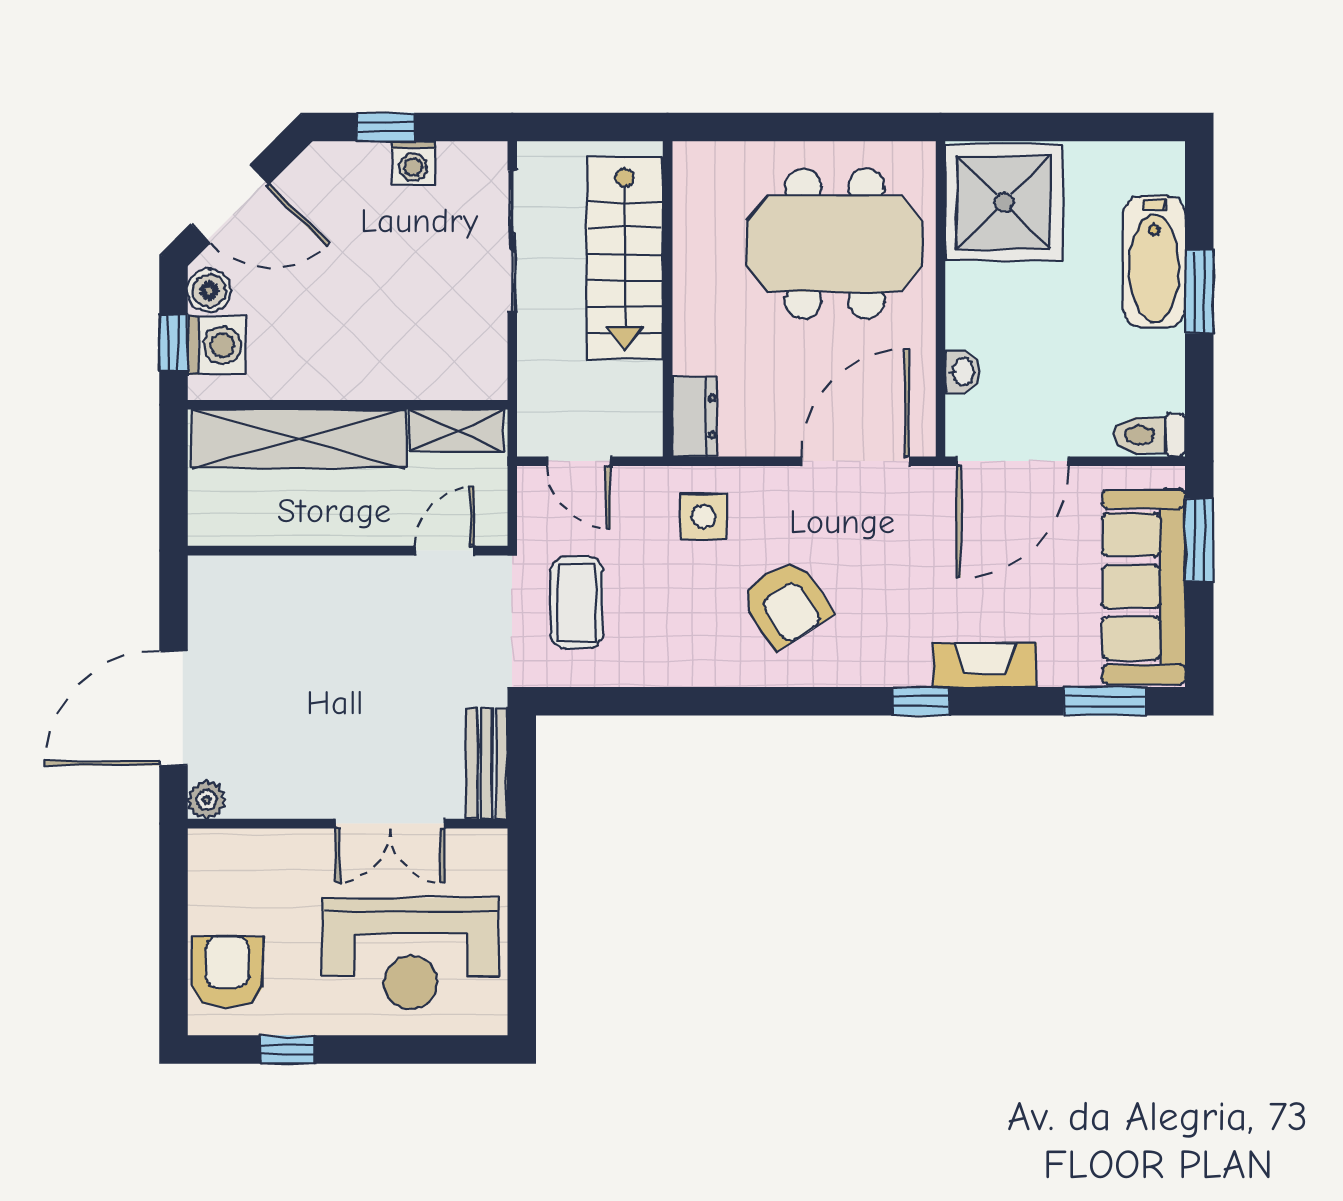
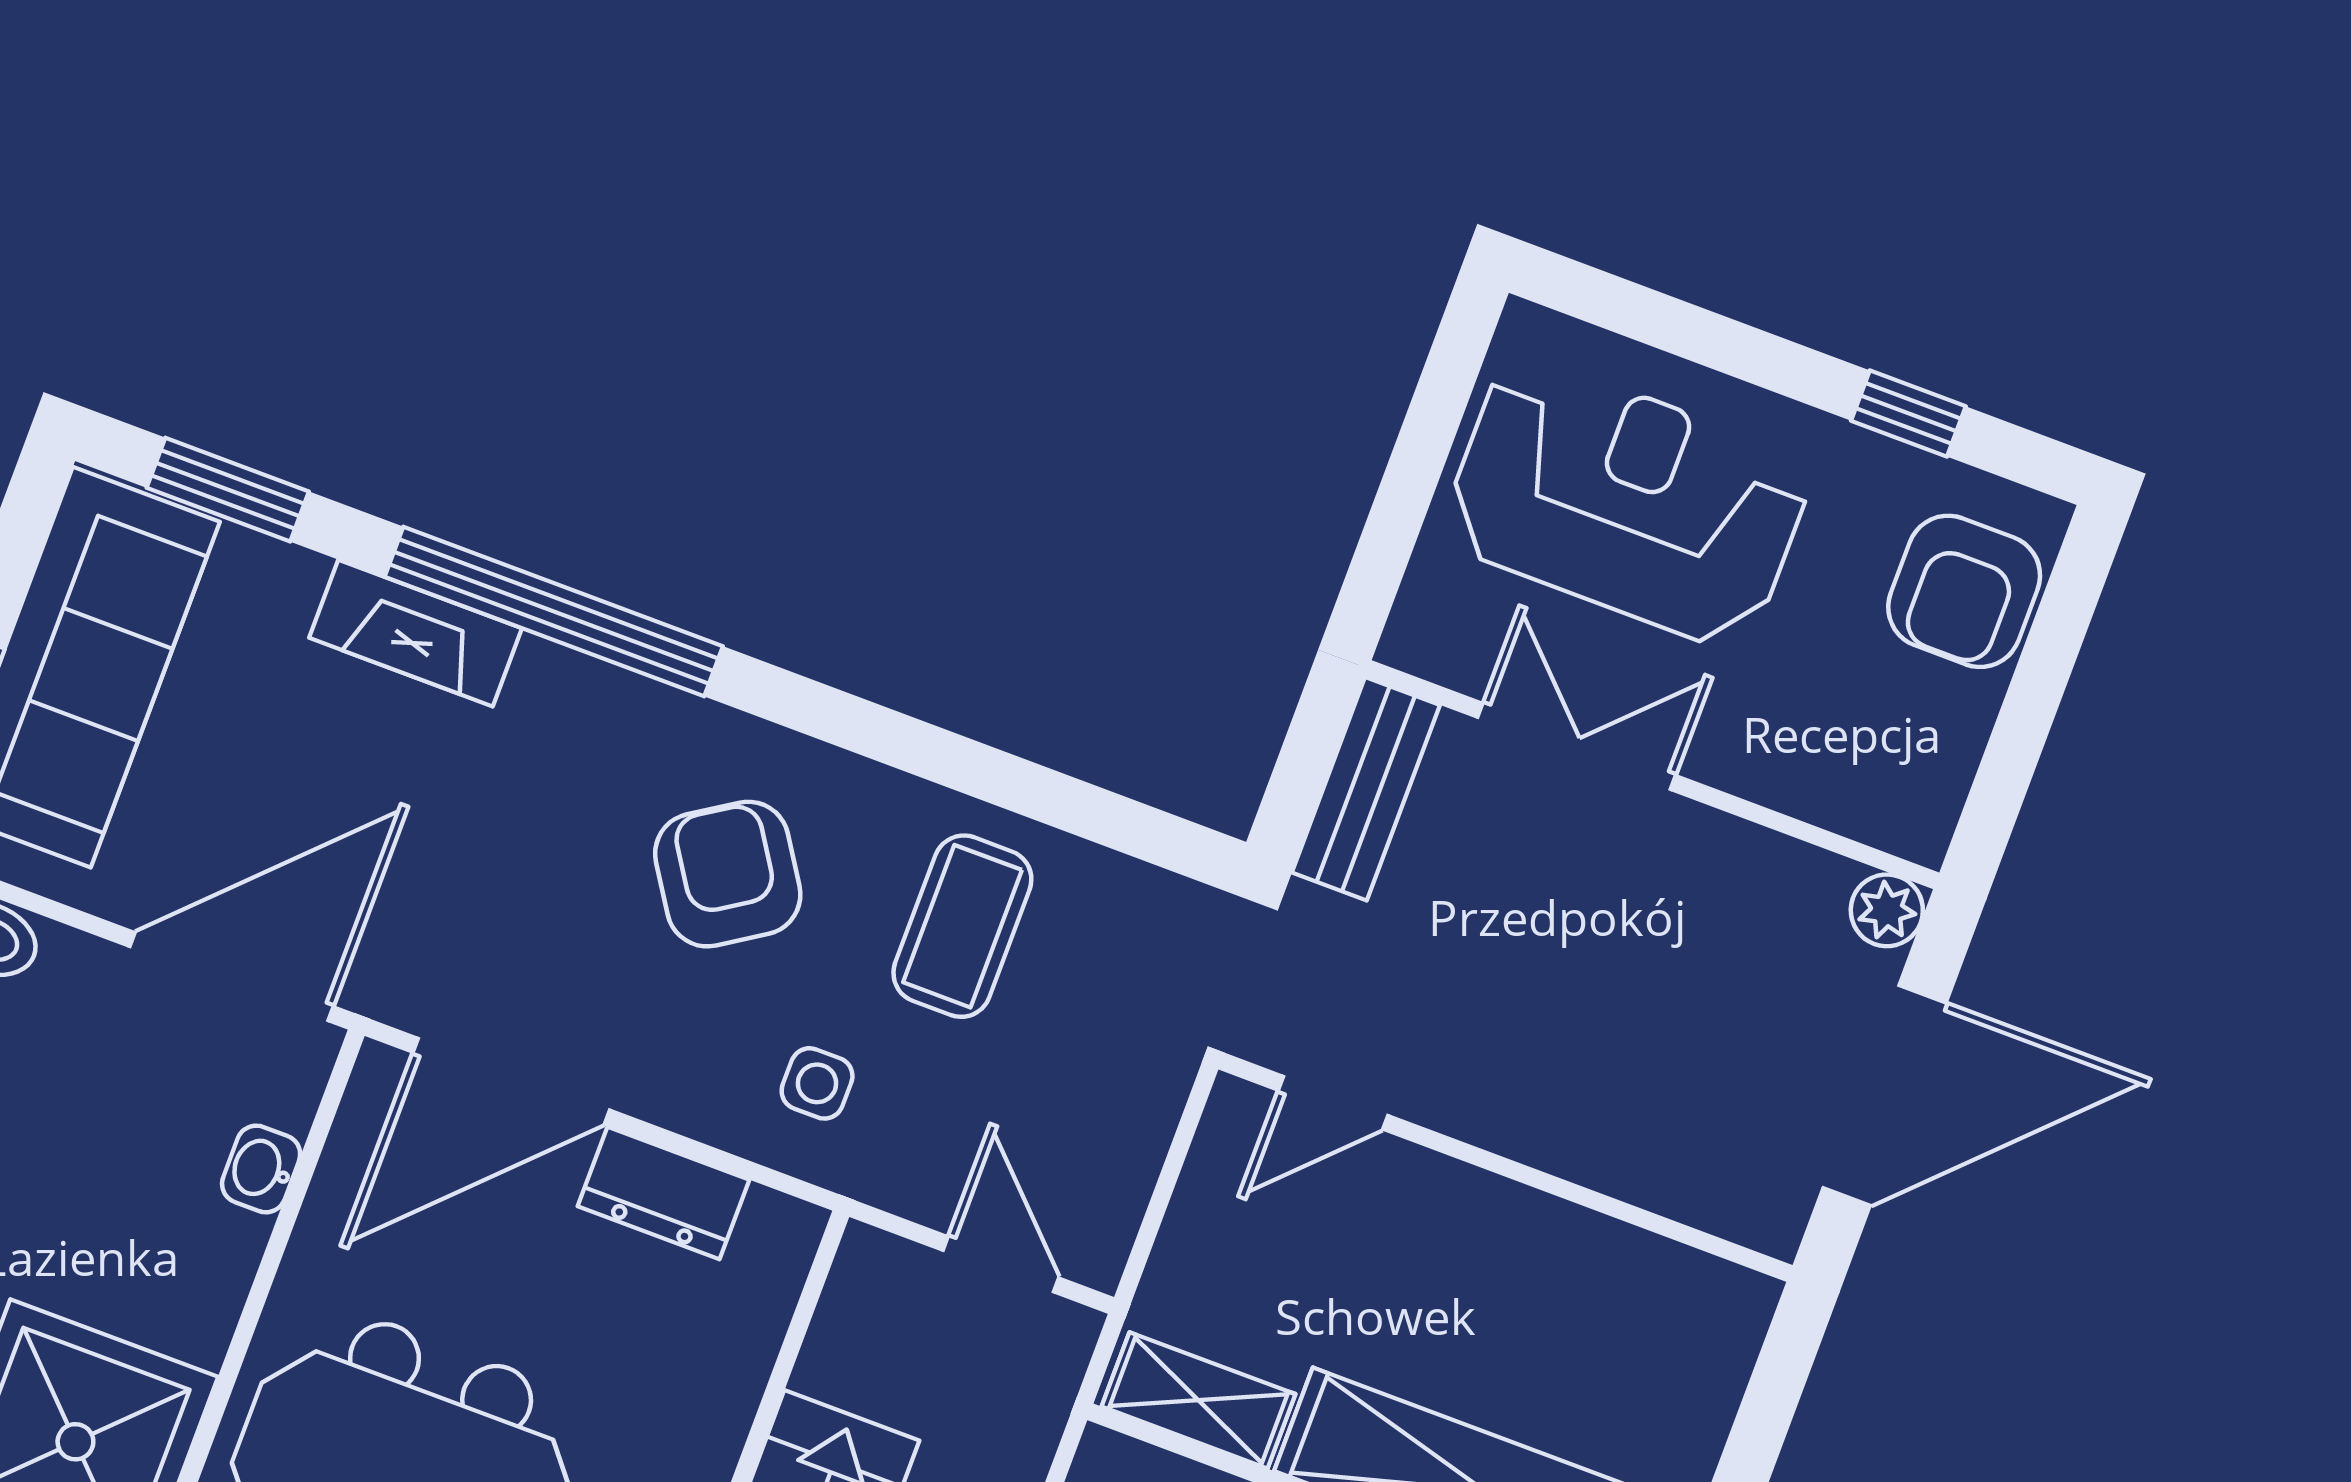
dresser: (695, 417) -> (664, 1193), moved, turned -90
side table: (703, 517) -> (817, 1083), width x0.73, depth x0.73
wall: (348, 551) -> (1505, 1167), moved
door: (445, 551) -> (1333, 1103), moved
coffee table: (577, 603) -> (962, 926), moved
window: (921, 701) -> (554, 612), width x3.17

